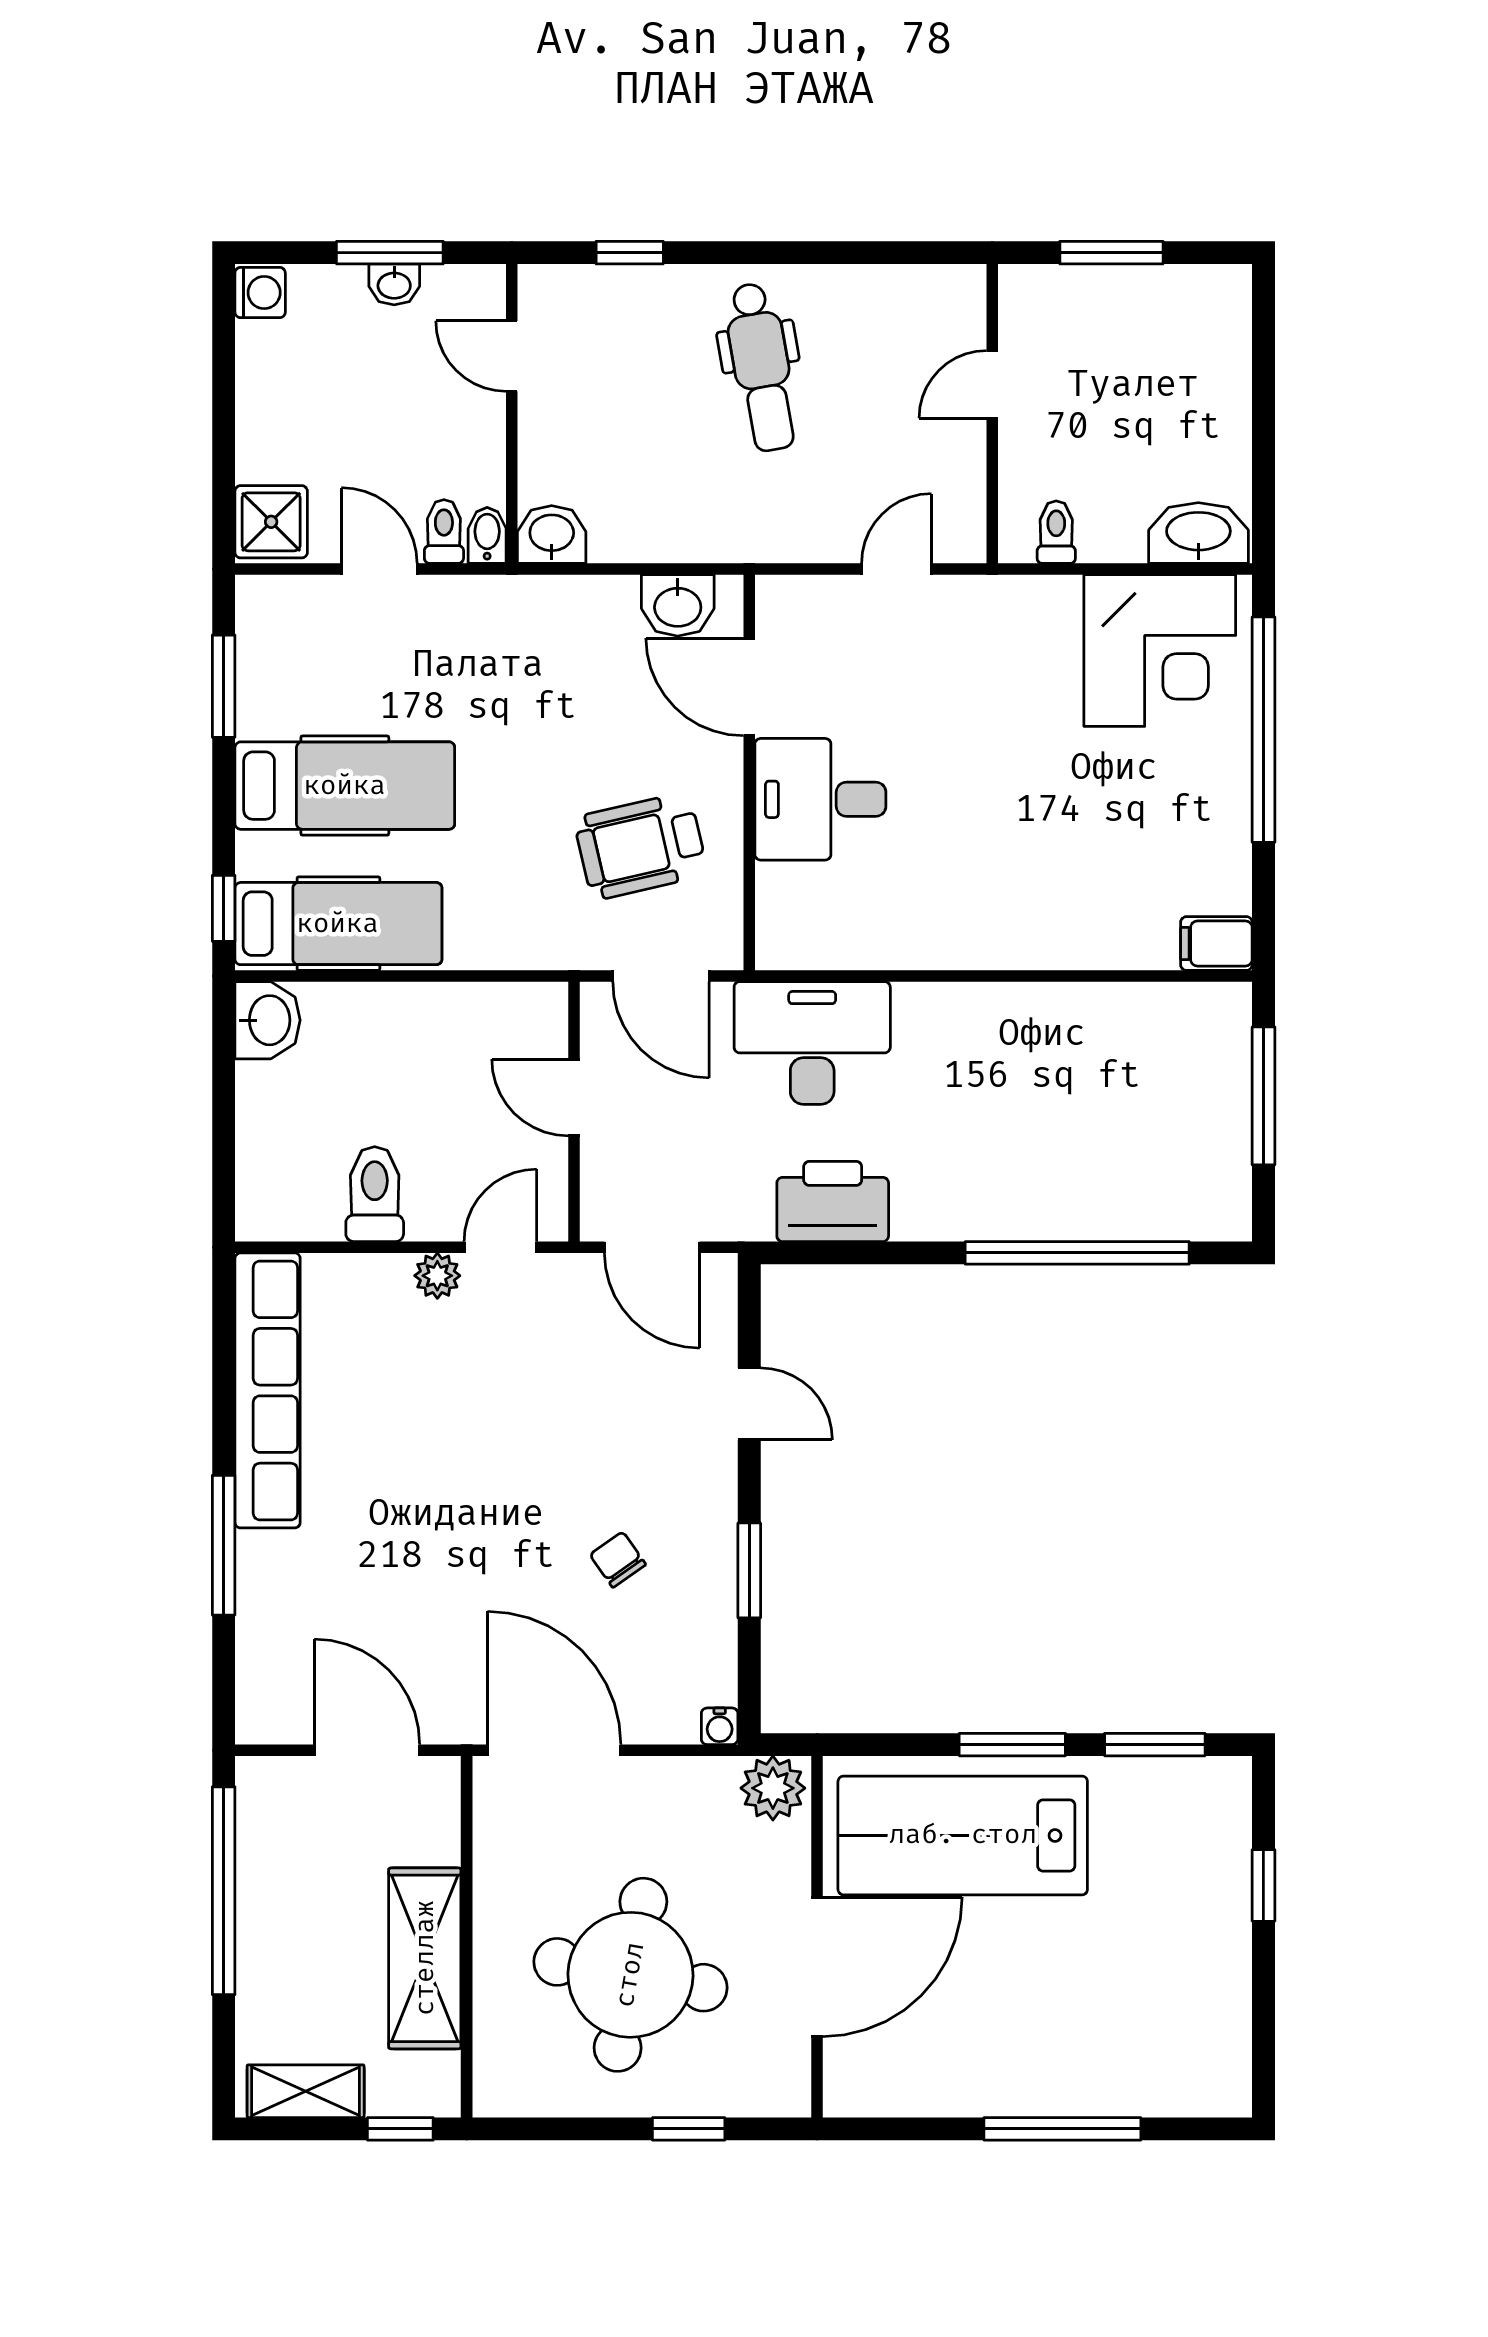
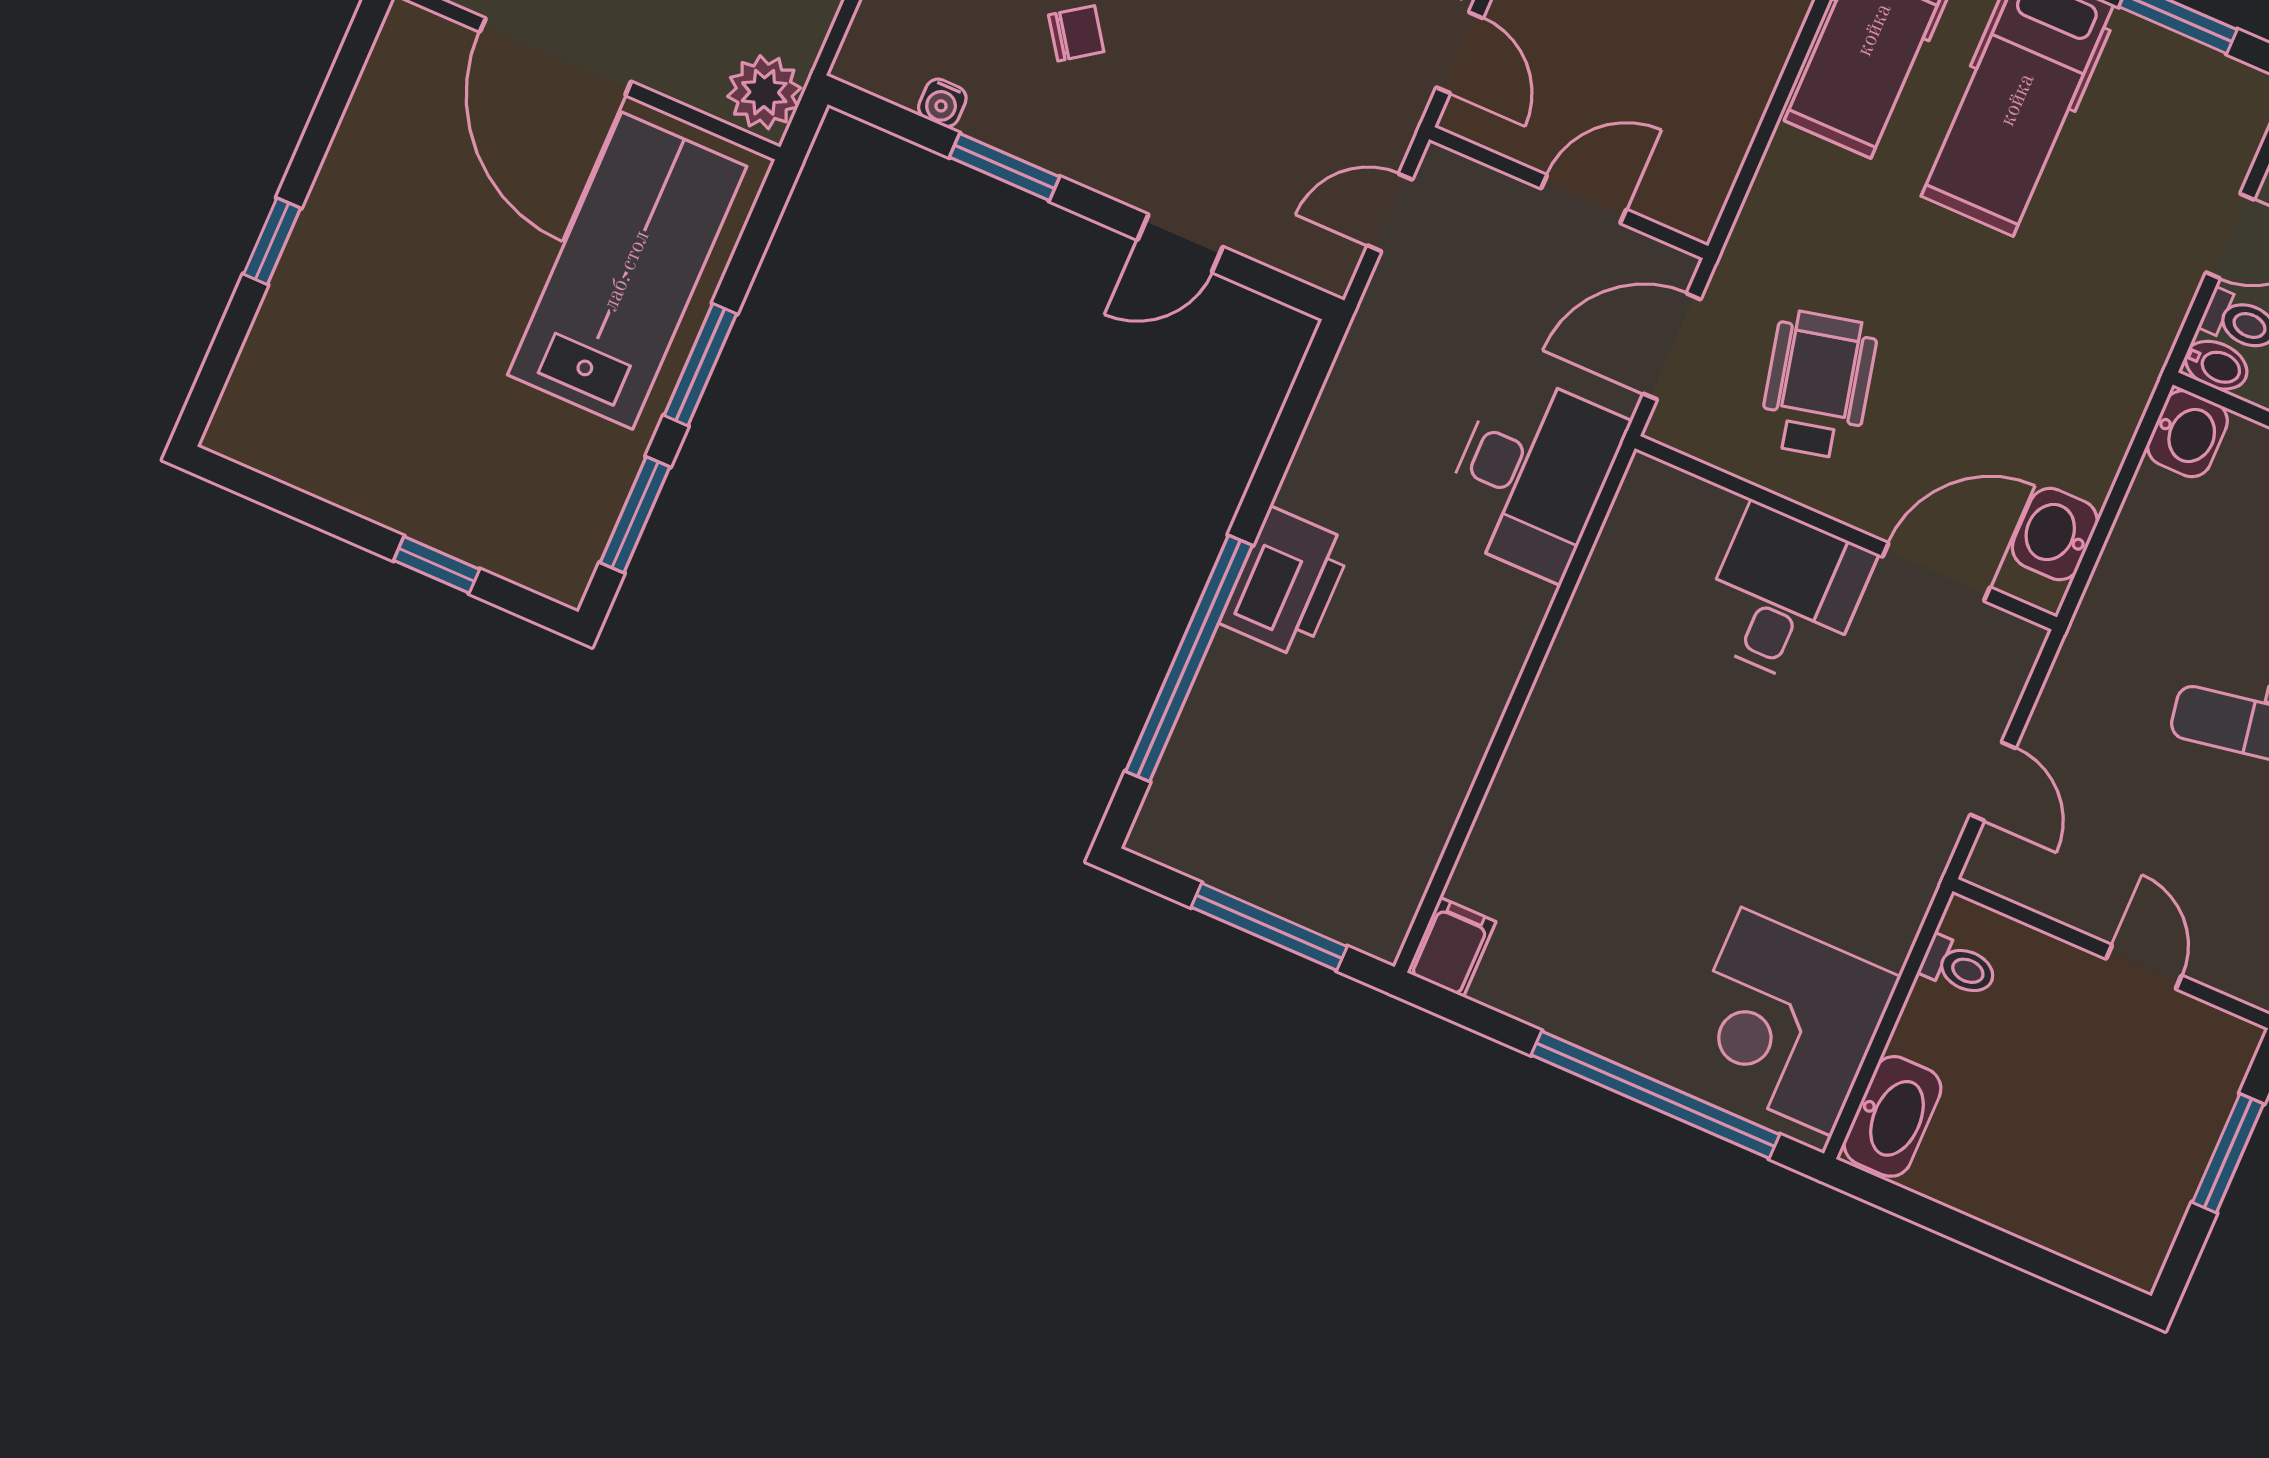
printer: (833, 1201) -> (1286, 583), moved
door: (652, 1247) -> (1390, 213), width x0.73
water cooler: (720, 1726) -> (942, 103), moved, turned -90
window: (1062, 2129) -> (272, 241), width x0.46

